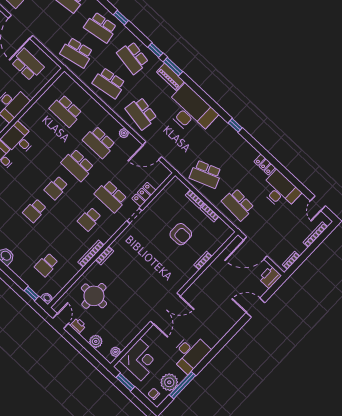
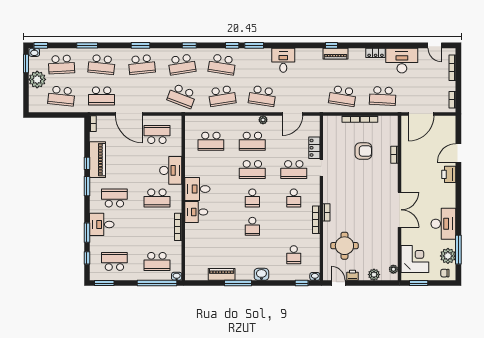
school desk: (77, 53) -> (182, 96), turned 33
piano: (170, 77) -> (335, 54), moved
desk: (190, 111) -> (283, 60), width x0.53, depth x0.77
school desk: (206, 174) -> (343, 96), turned 30
printer: (270, 277) -> (449, 174), moved

